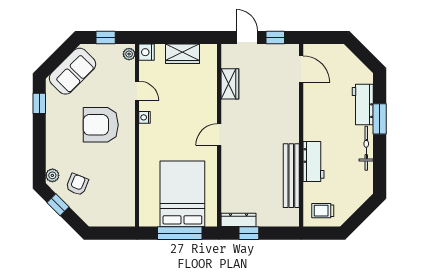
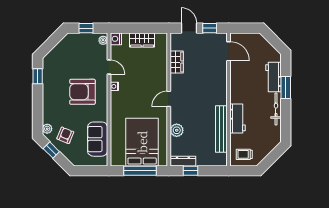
sofa: (72, 71) -> (98, 139), moved, turned 135
plant: (230, 178) -> (177, 130), added

